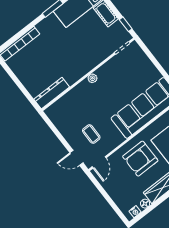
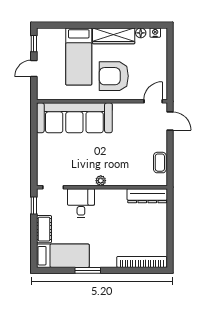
desk: (94, 52) -> (81, 203), added
coffee table: (91, 134) -> (160, 163), moved
armchair: (140, 159) -> (114, 76), turned 180

